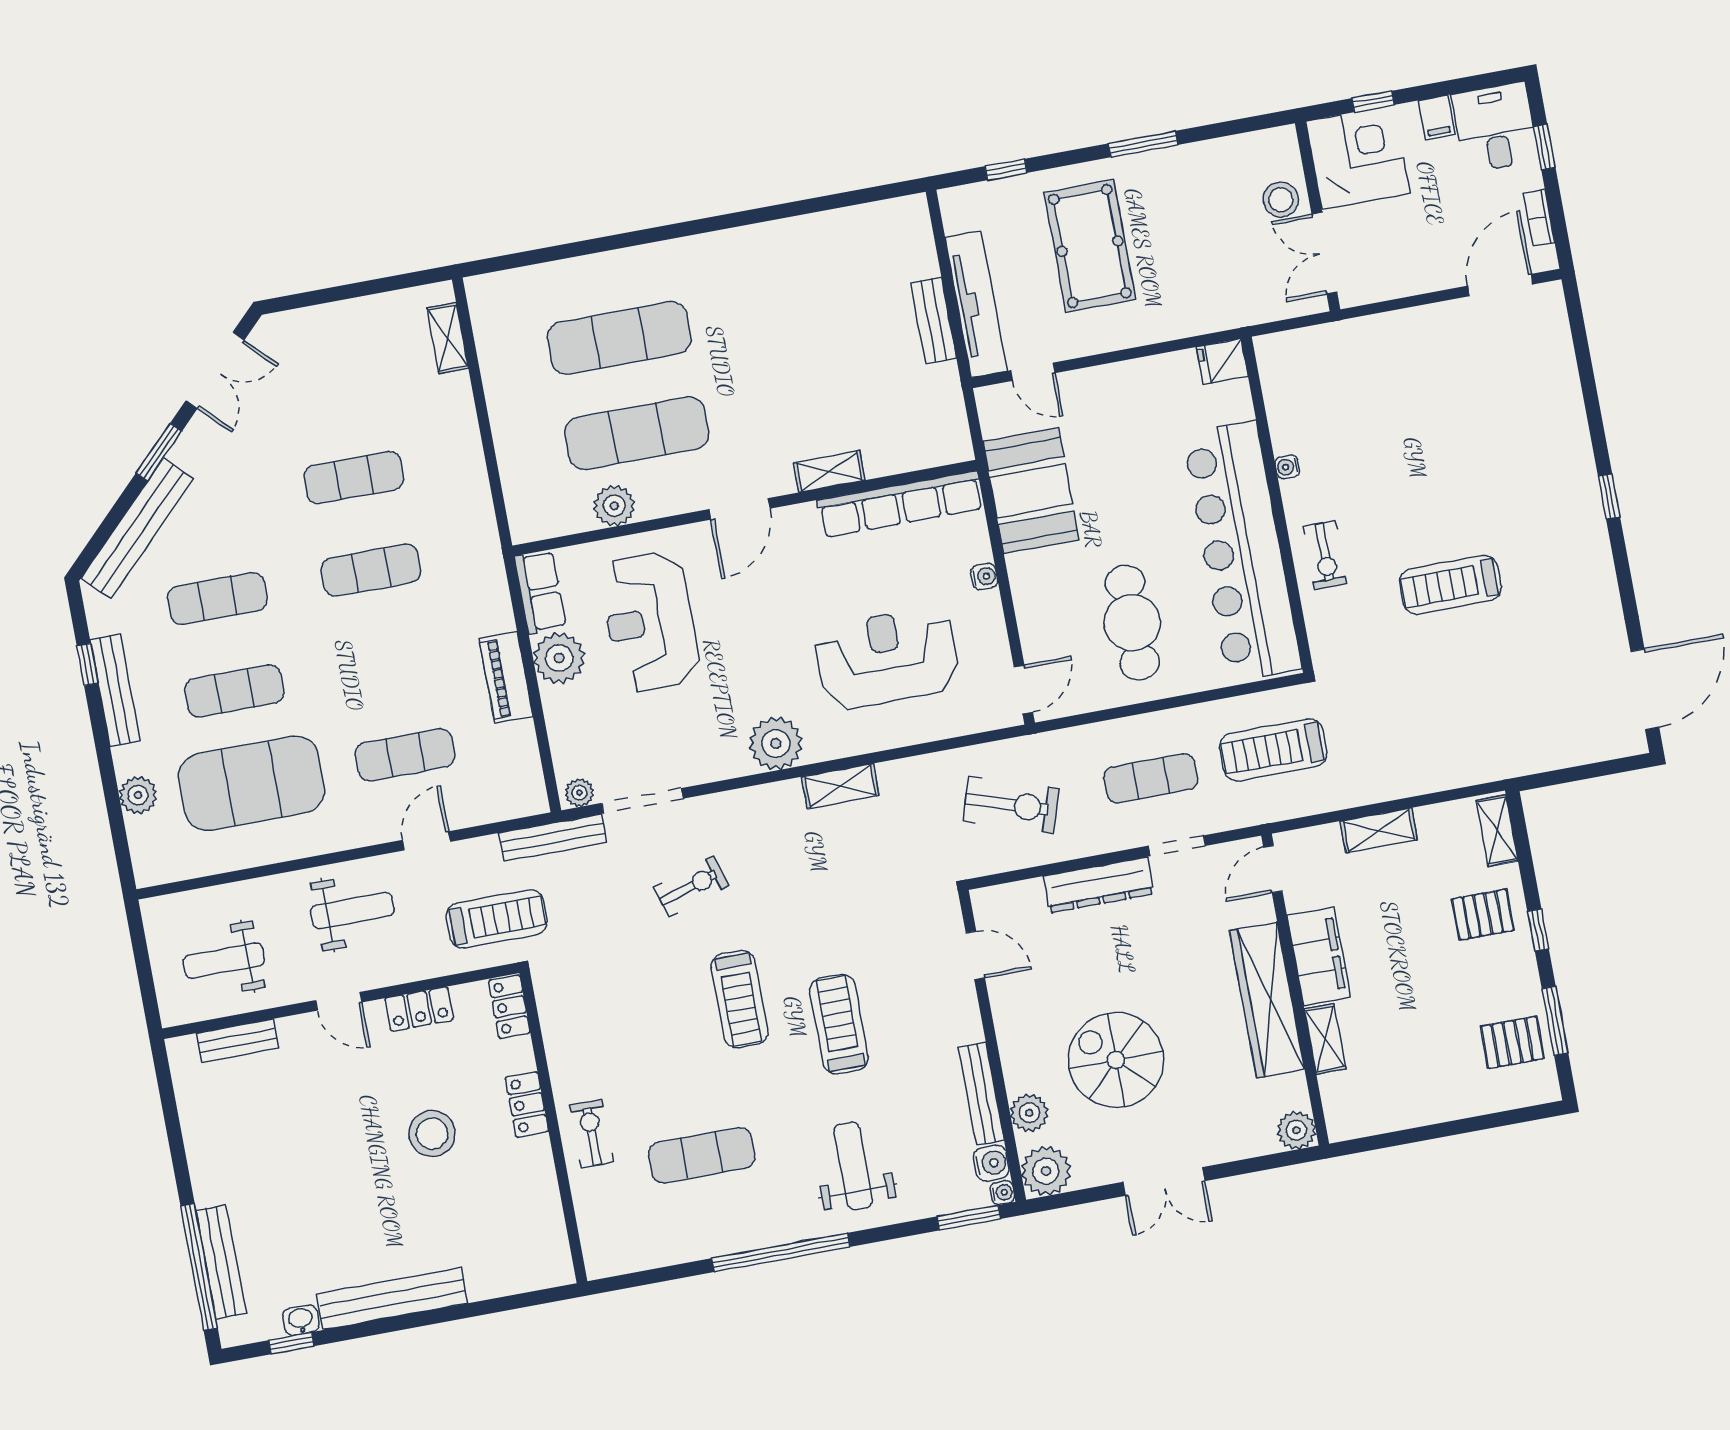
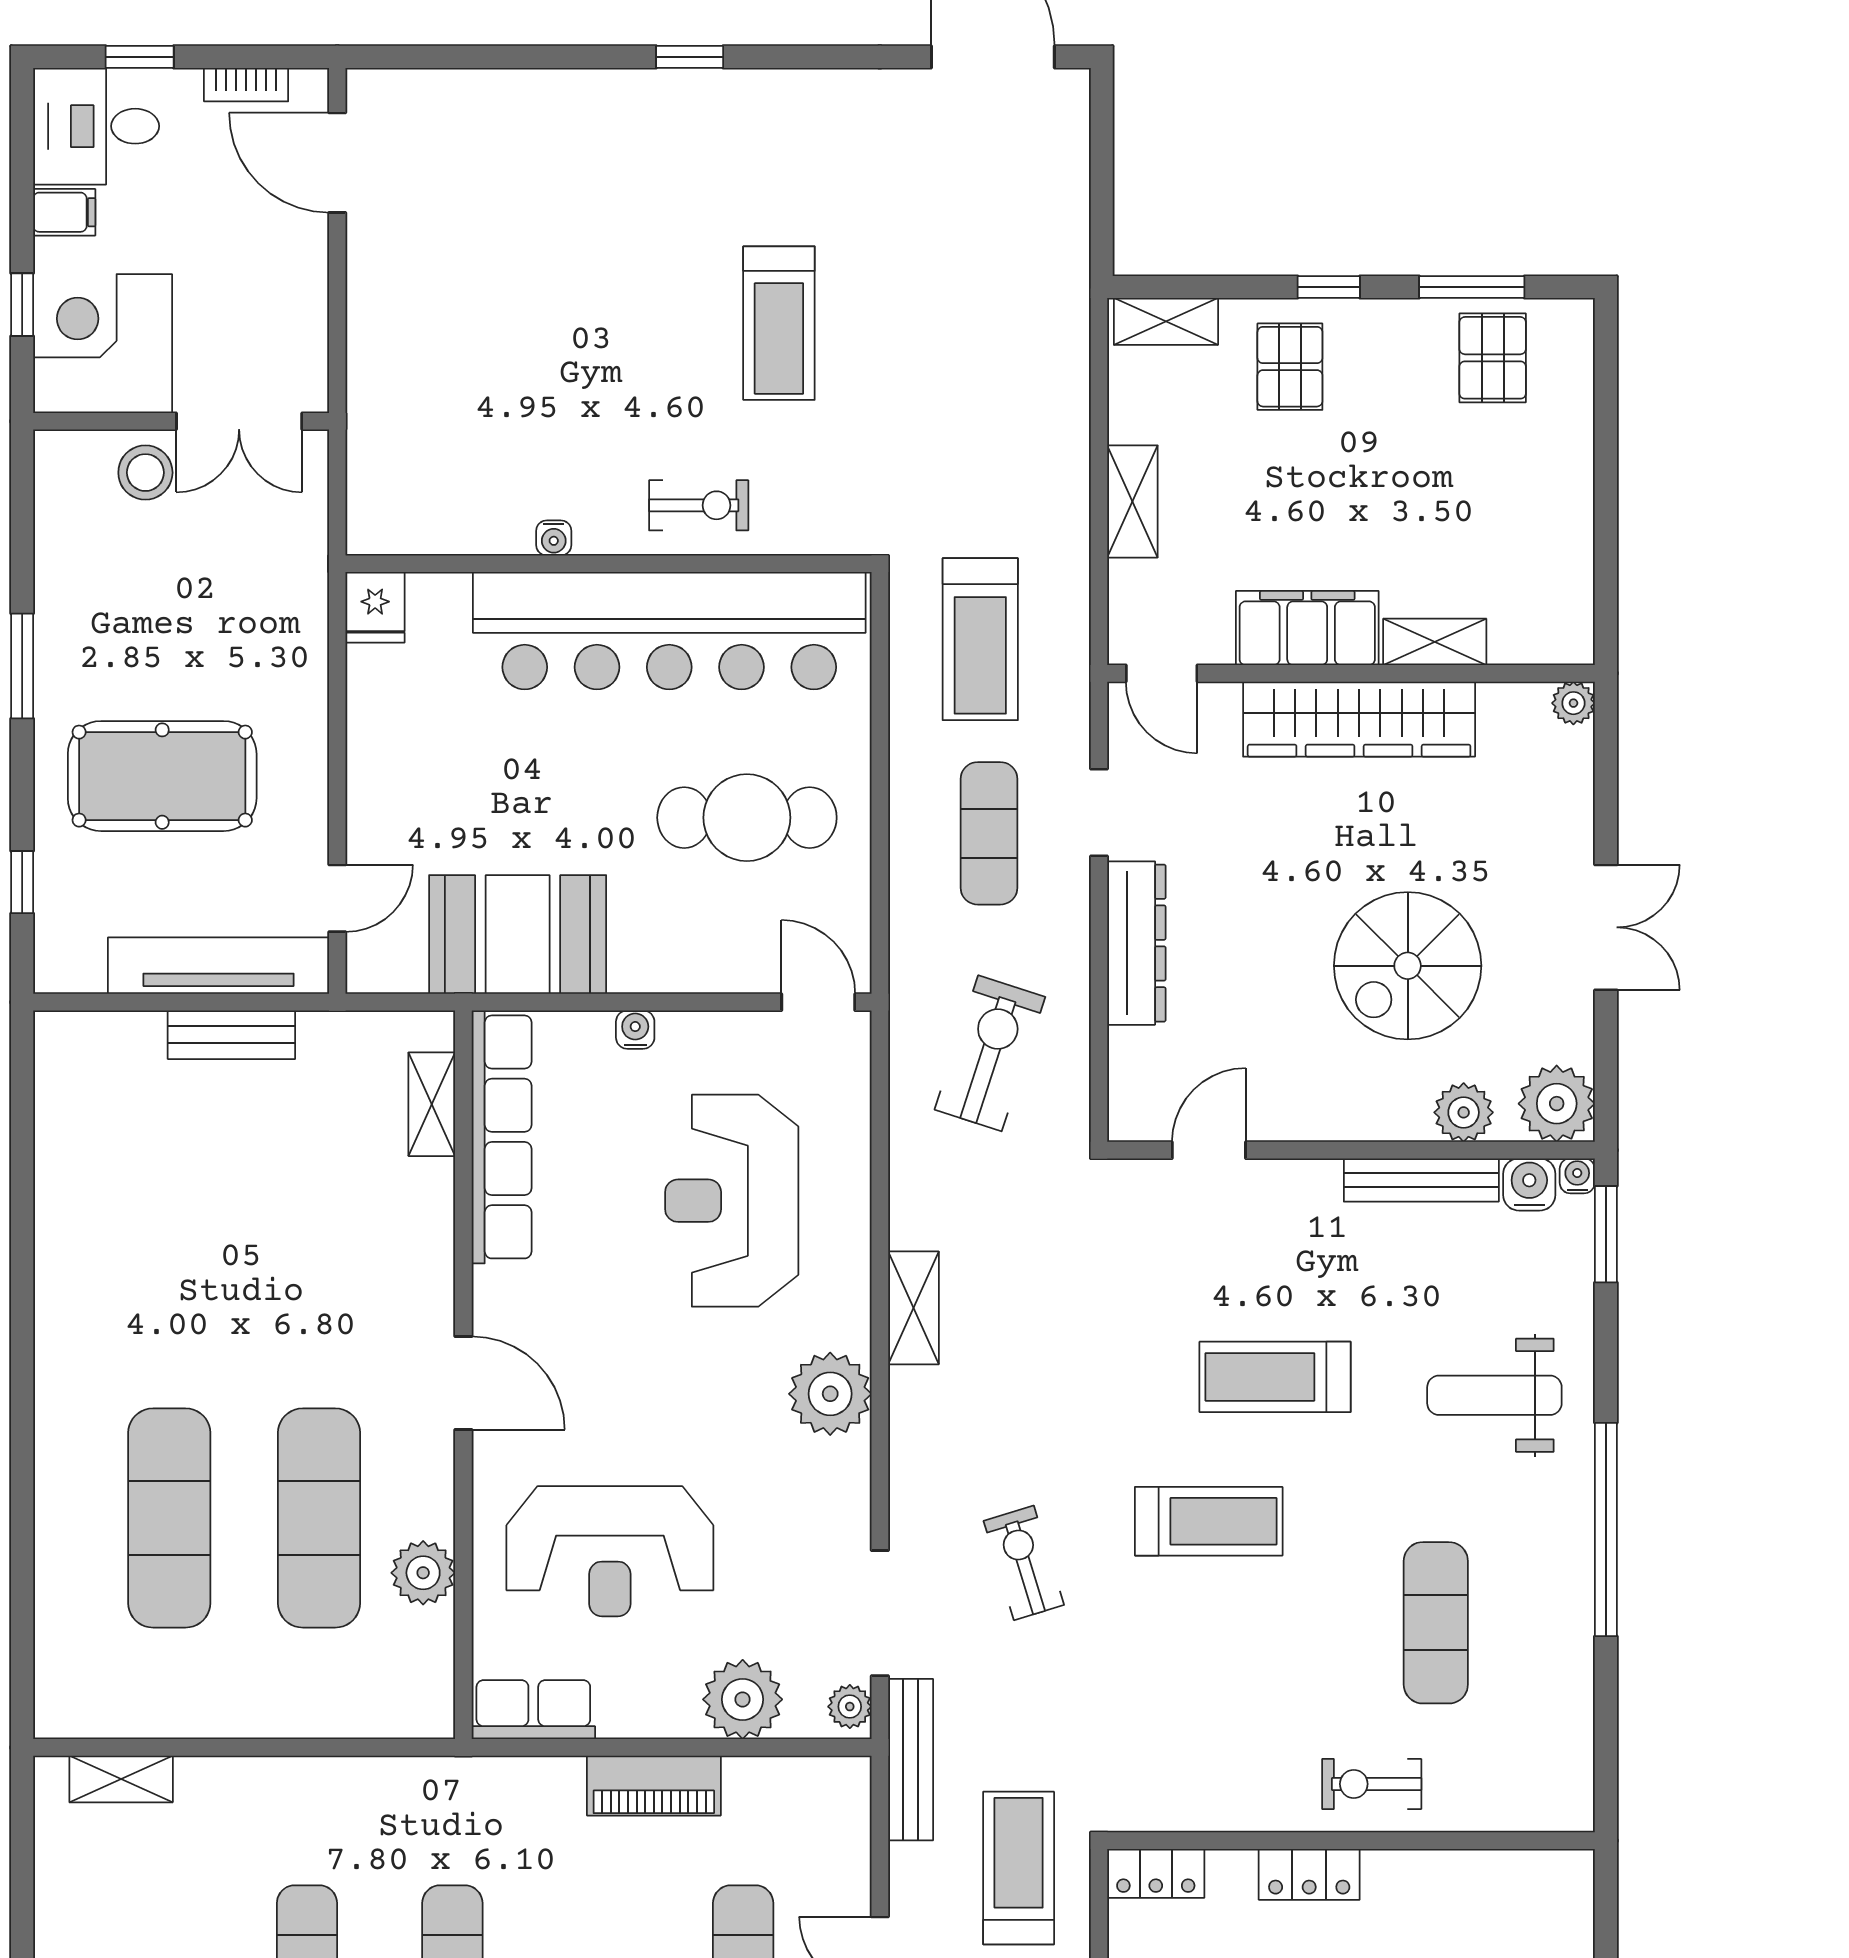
shelving: (829, 472) -> (432, 1104), moved
plant: (559, 658) -> (743, 1699), moved
plant: (1296, 1130) -> (1573, 703), width x0.73, depth x0.73

